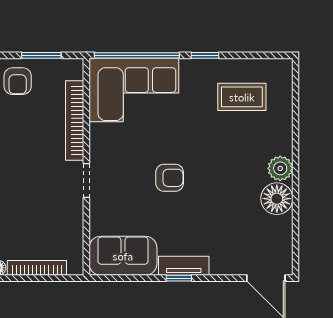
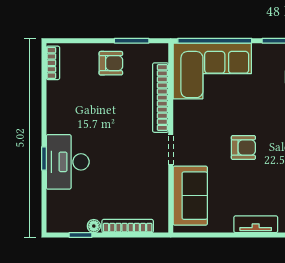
armchair: (18, 81) -> (111, 63), turned -90
sofa: (123, 256) -> (190, 196), moved, turned 90
window: (179, 278) -> (251, 235), removed

